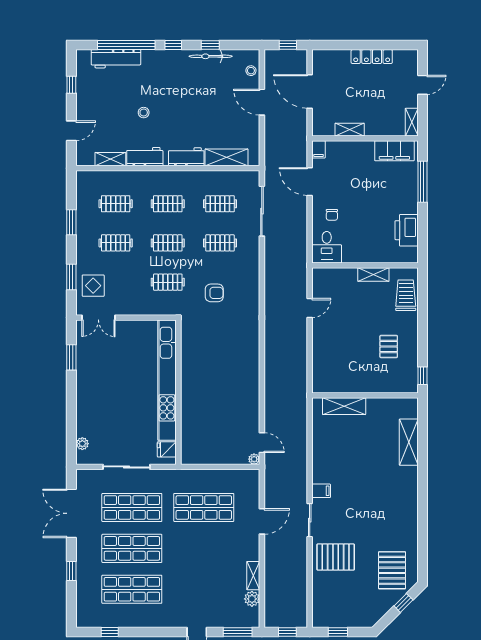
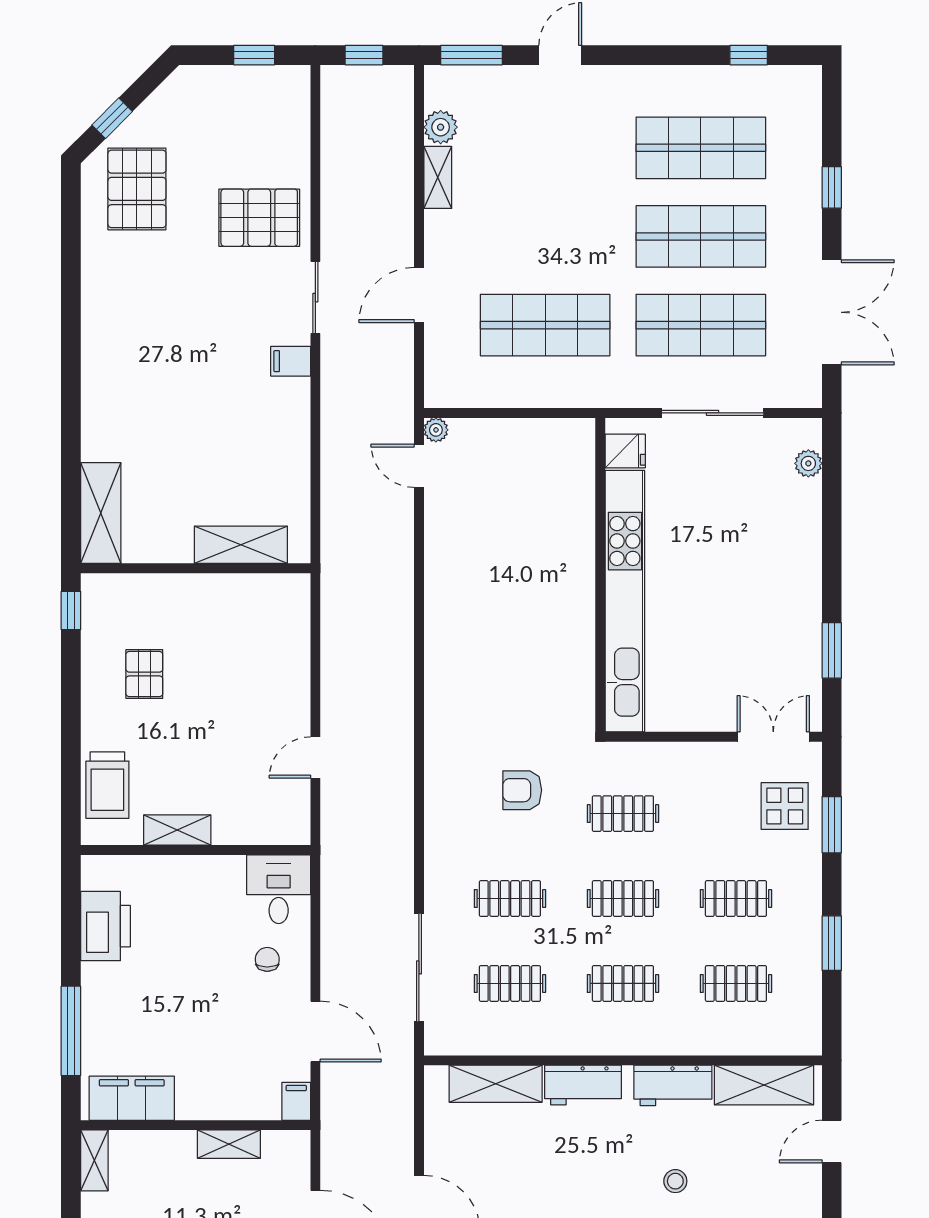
shelving: (110, 159) -> (764, 1085), width x1.50, depth x1.33
shelving: (409, 442) -> (101, 513), moved

